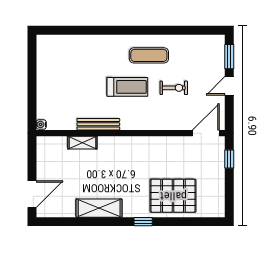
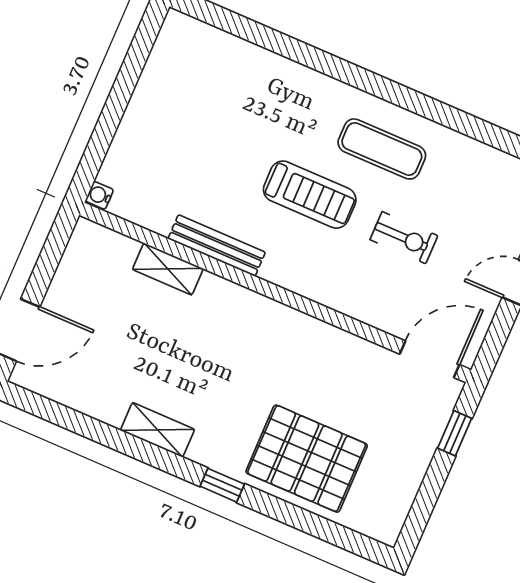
shelving: (99, 208) -> (157, 430), width x0.67, depth x0.75

